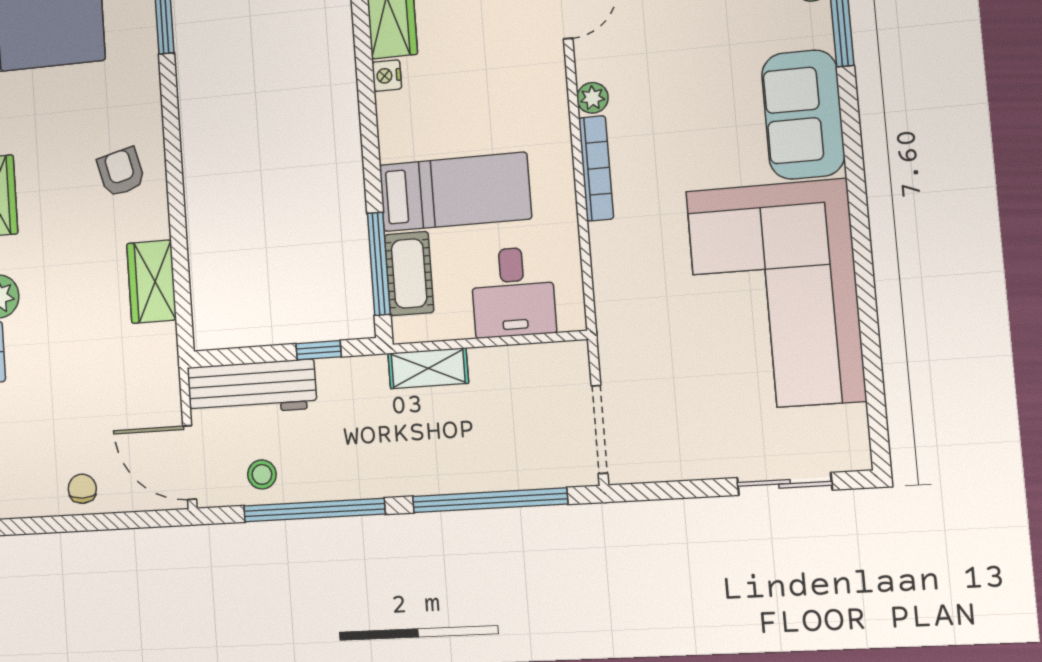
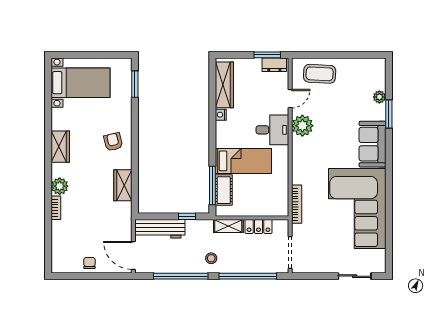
plant: (592, 98) -> (302, 126), width x1.87, depth x1.87
bookcase: (596, 168) -> (297, 204), moved
desk: (513, 292) -> (272, 130), moved, turned -90
locker: (508, 364) -> (258, 226), added
stool: (262, 474) -> (211, 258), moved

